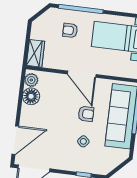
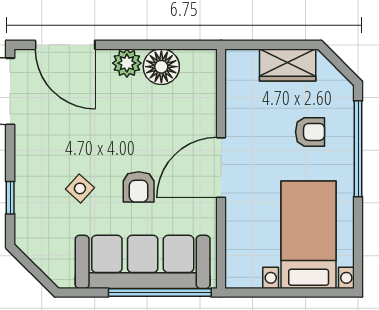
armchair: (70, 30) -> (310, 132), turned 90
wardrobe: (36, 53) -> (288, 65), moved
plant: (31, 80) -> (127, 63), moved

